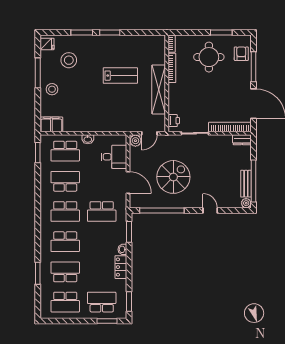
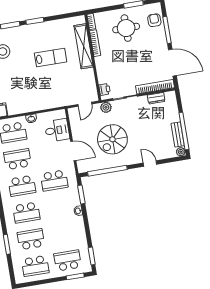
shelving: (159, 89) -> (84, 46), moved
dresser: (242, 140) -> (156, 98), moved
plant: (135, 141) -> (106, 107), moved
spiral stairs: (173, 177) -> (112, 139), turned 180
locker: (121, 267) -> (79, 227), removed

